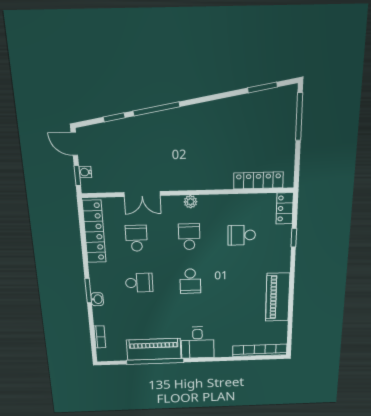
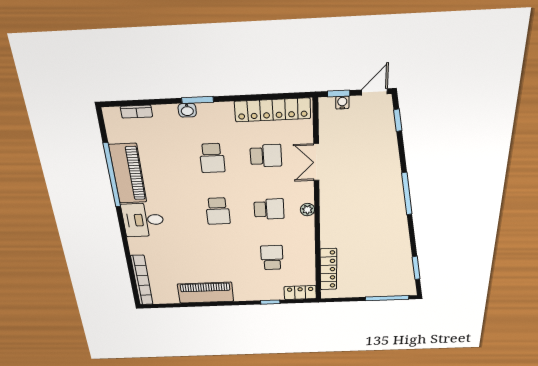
window: (156, 109) -> (407, 194), moved
window: (114, 117) -> (398, 120), moved
school desk: (190, 281) -> (218, 211), turned -90

